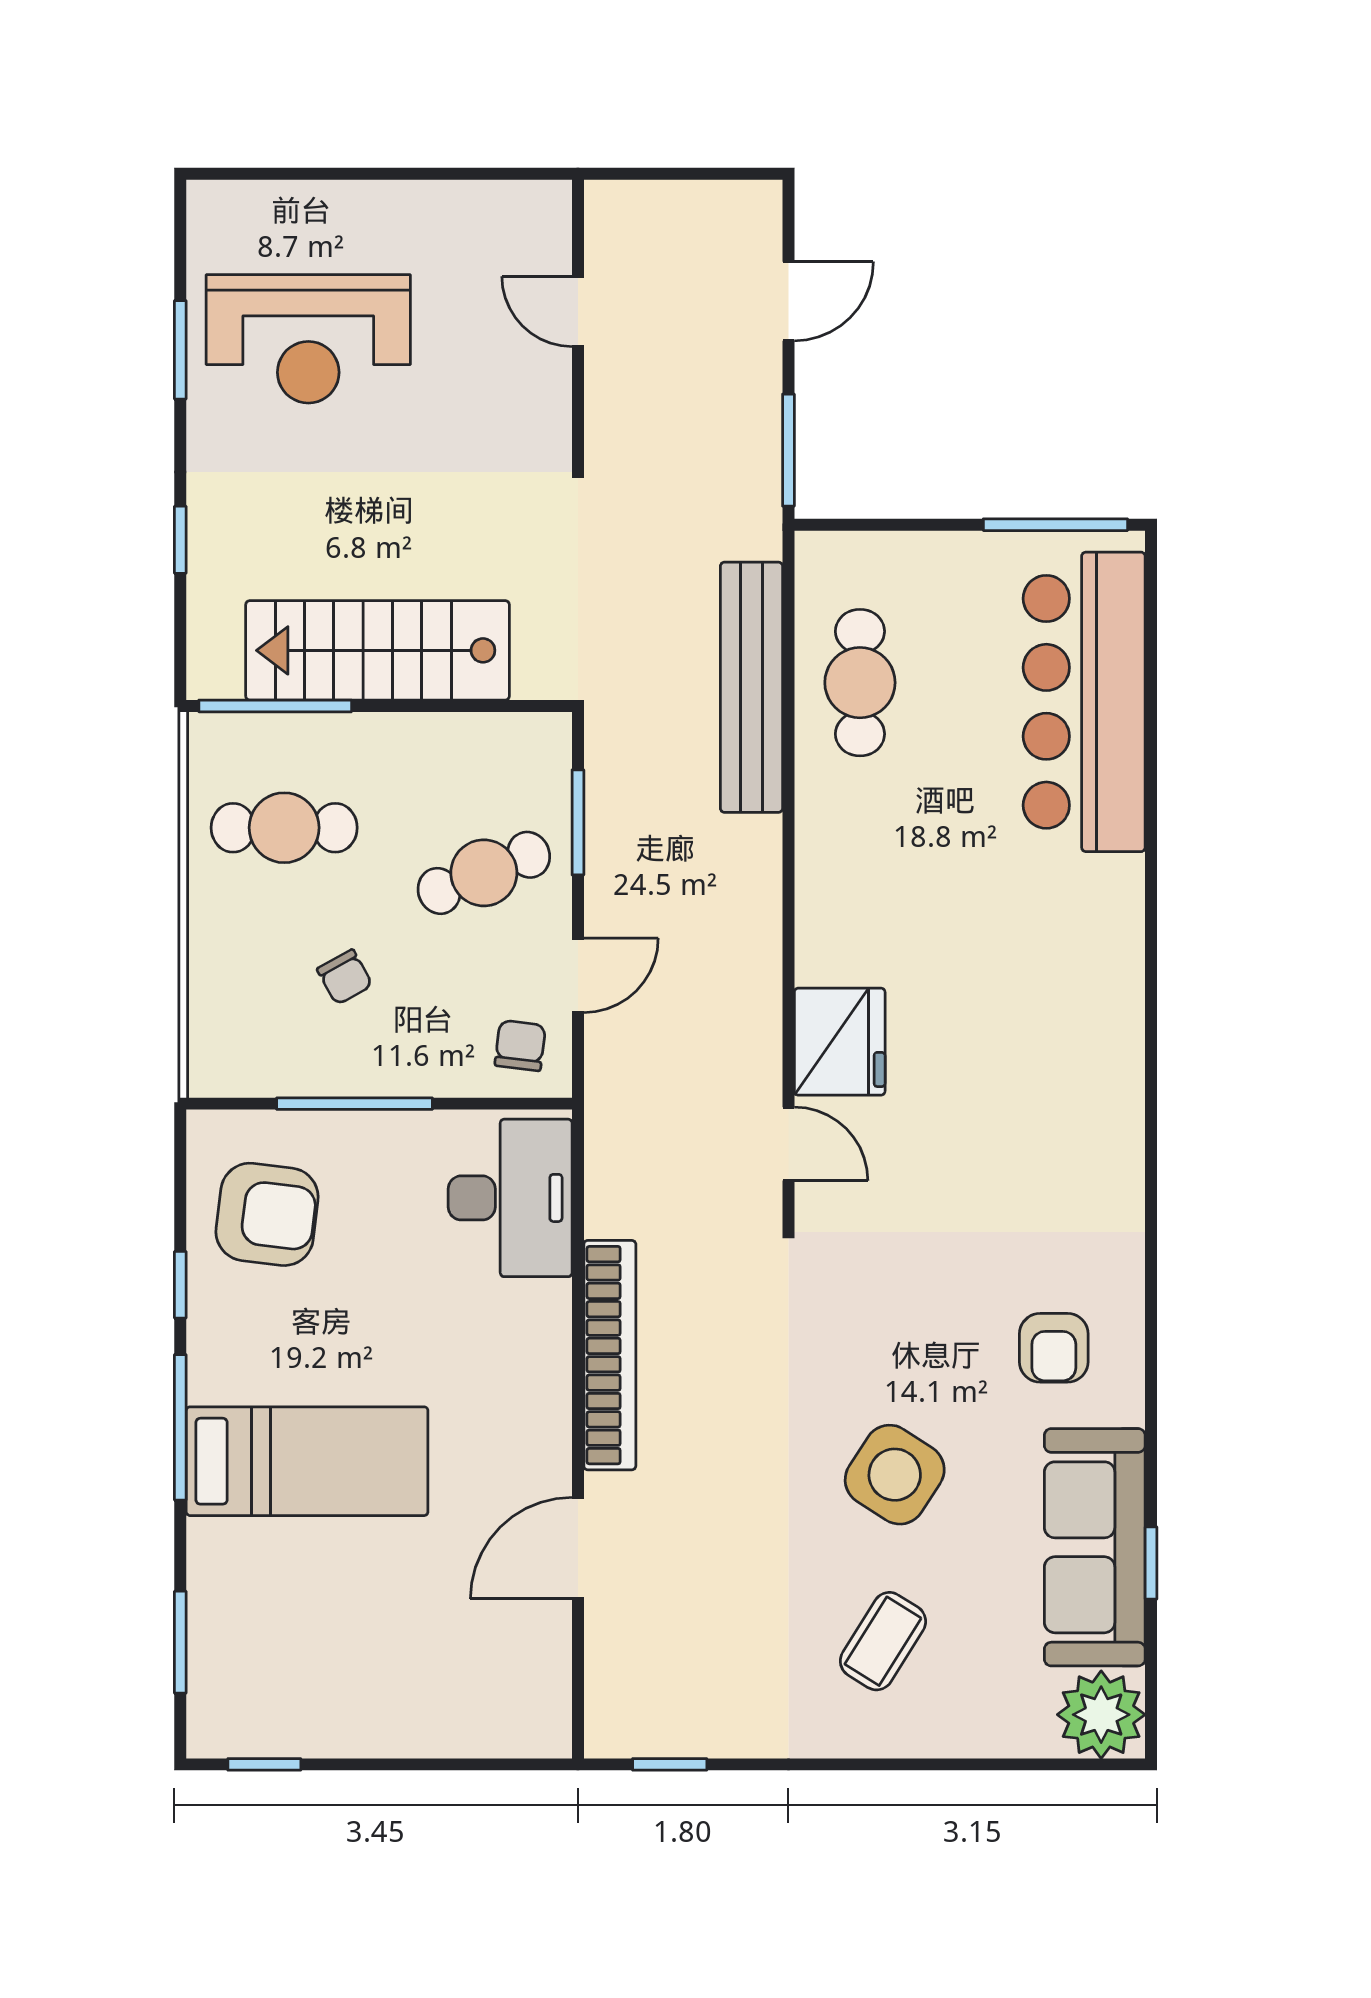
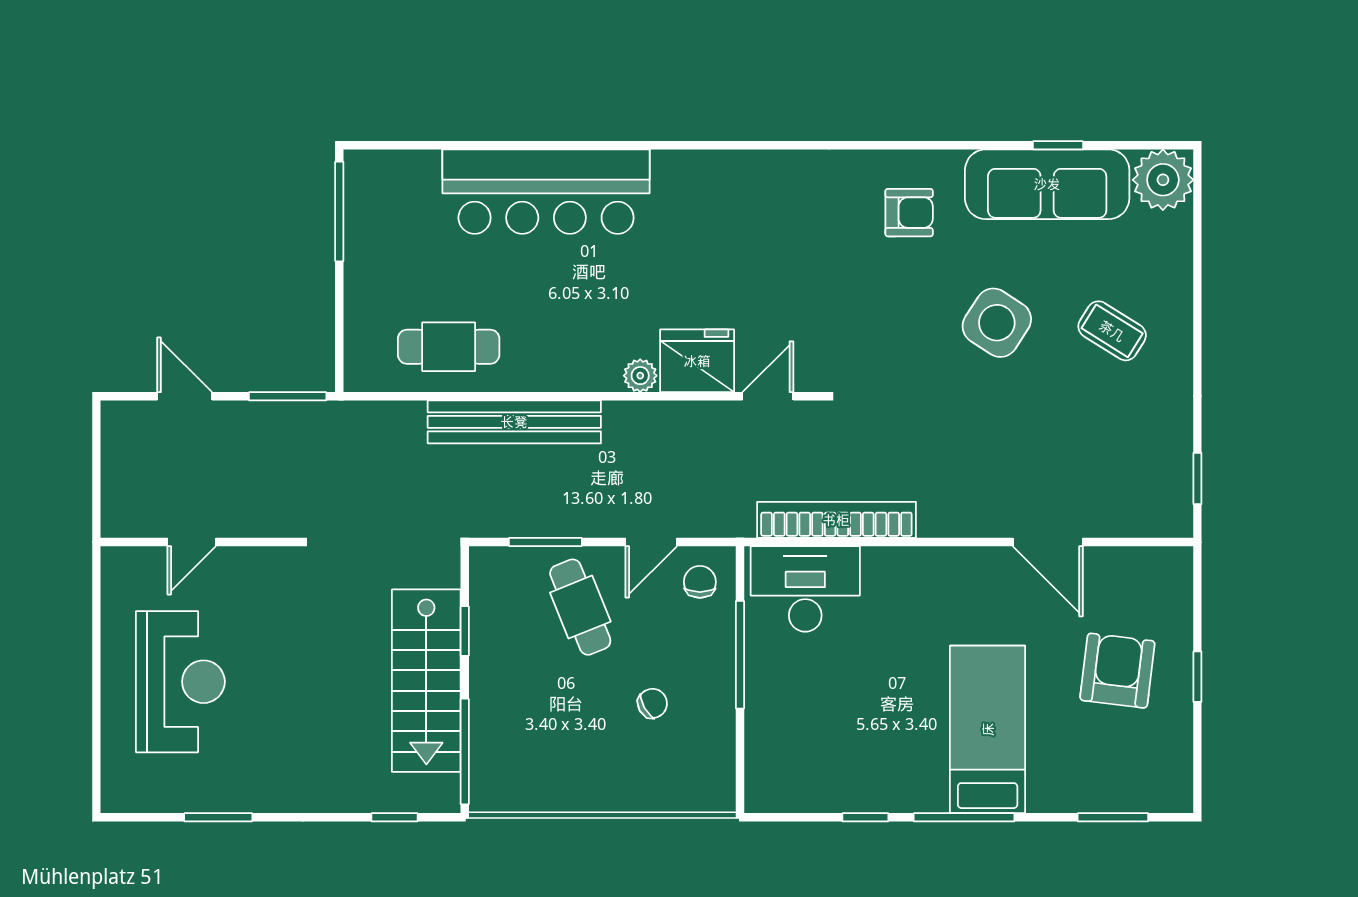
reception desk: (308, 339) -> (180, 682), moved
window: (180, 540) -> (394, 817), moved
bench: (751, 687) -> (514, 422), moved
bar counter: (1084, 702) -> (546, 192), moved
window: (449, 706) -> (465, 631), added
cafe table: (284, 828) -> (549, 745), removed
plant: (818, 959) -> (640, 376), added
door: (578, 975) -> (651, 542), swing flipped
chair: (520, 1046) -> (700, 582), turned 83
window: (354, 1104) -> (740, 655), moved
armchair: (267, 1214) -> (1117, 671), moved
bookcase: (610, 1355) -> (836, 520), moved
window: (264, 1764) -> (1197, 677), moved

